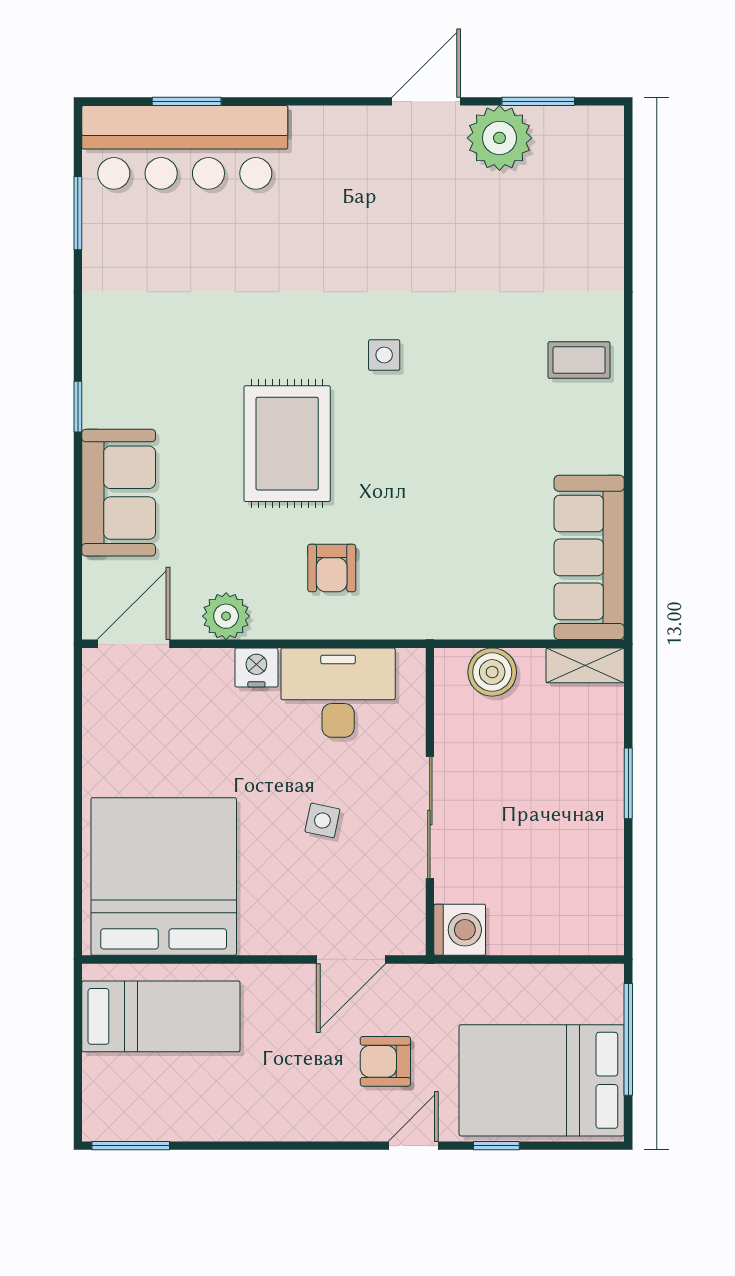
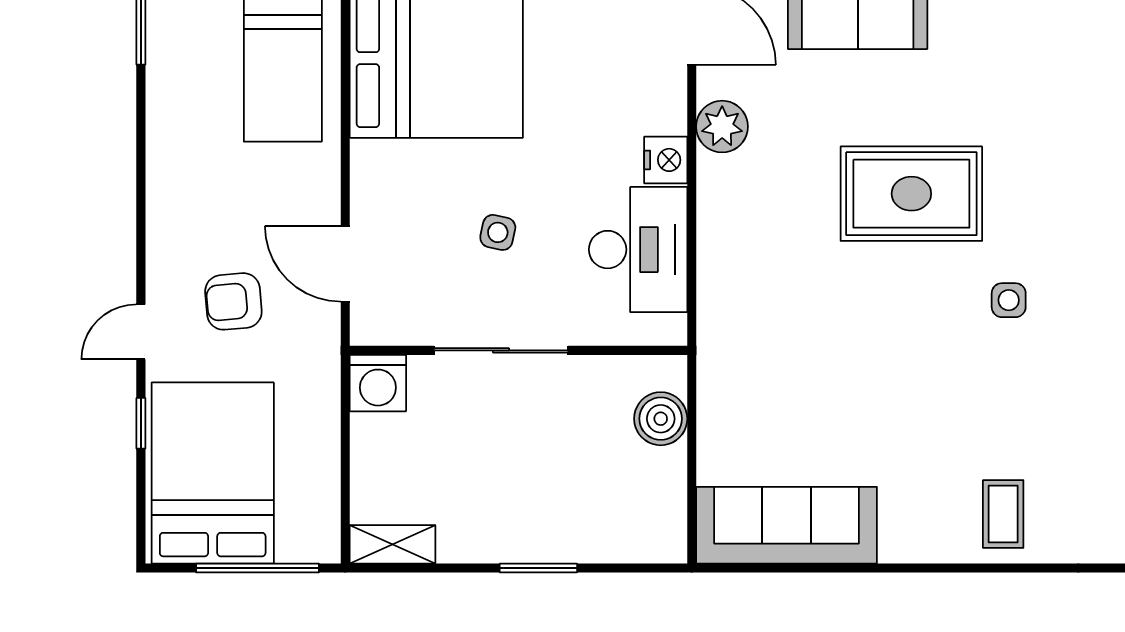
armchair: (332, 568) -> (775, 243), removed
shelving: (585, 665) -> (393, 544), moved, turned 90
armchair: (385, 1061) -> (233, 301), turned -95
door: (413, 1146) -> (141, 332), swing flipped

